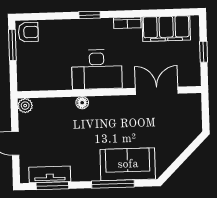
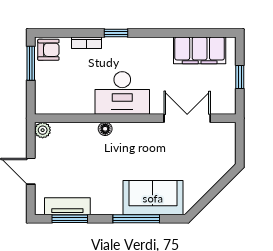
bookcase: (127, 23) -> (87, 43), moved

